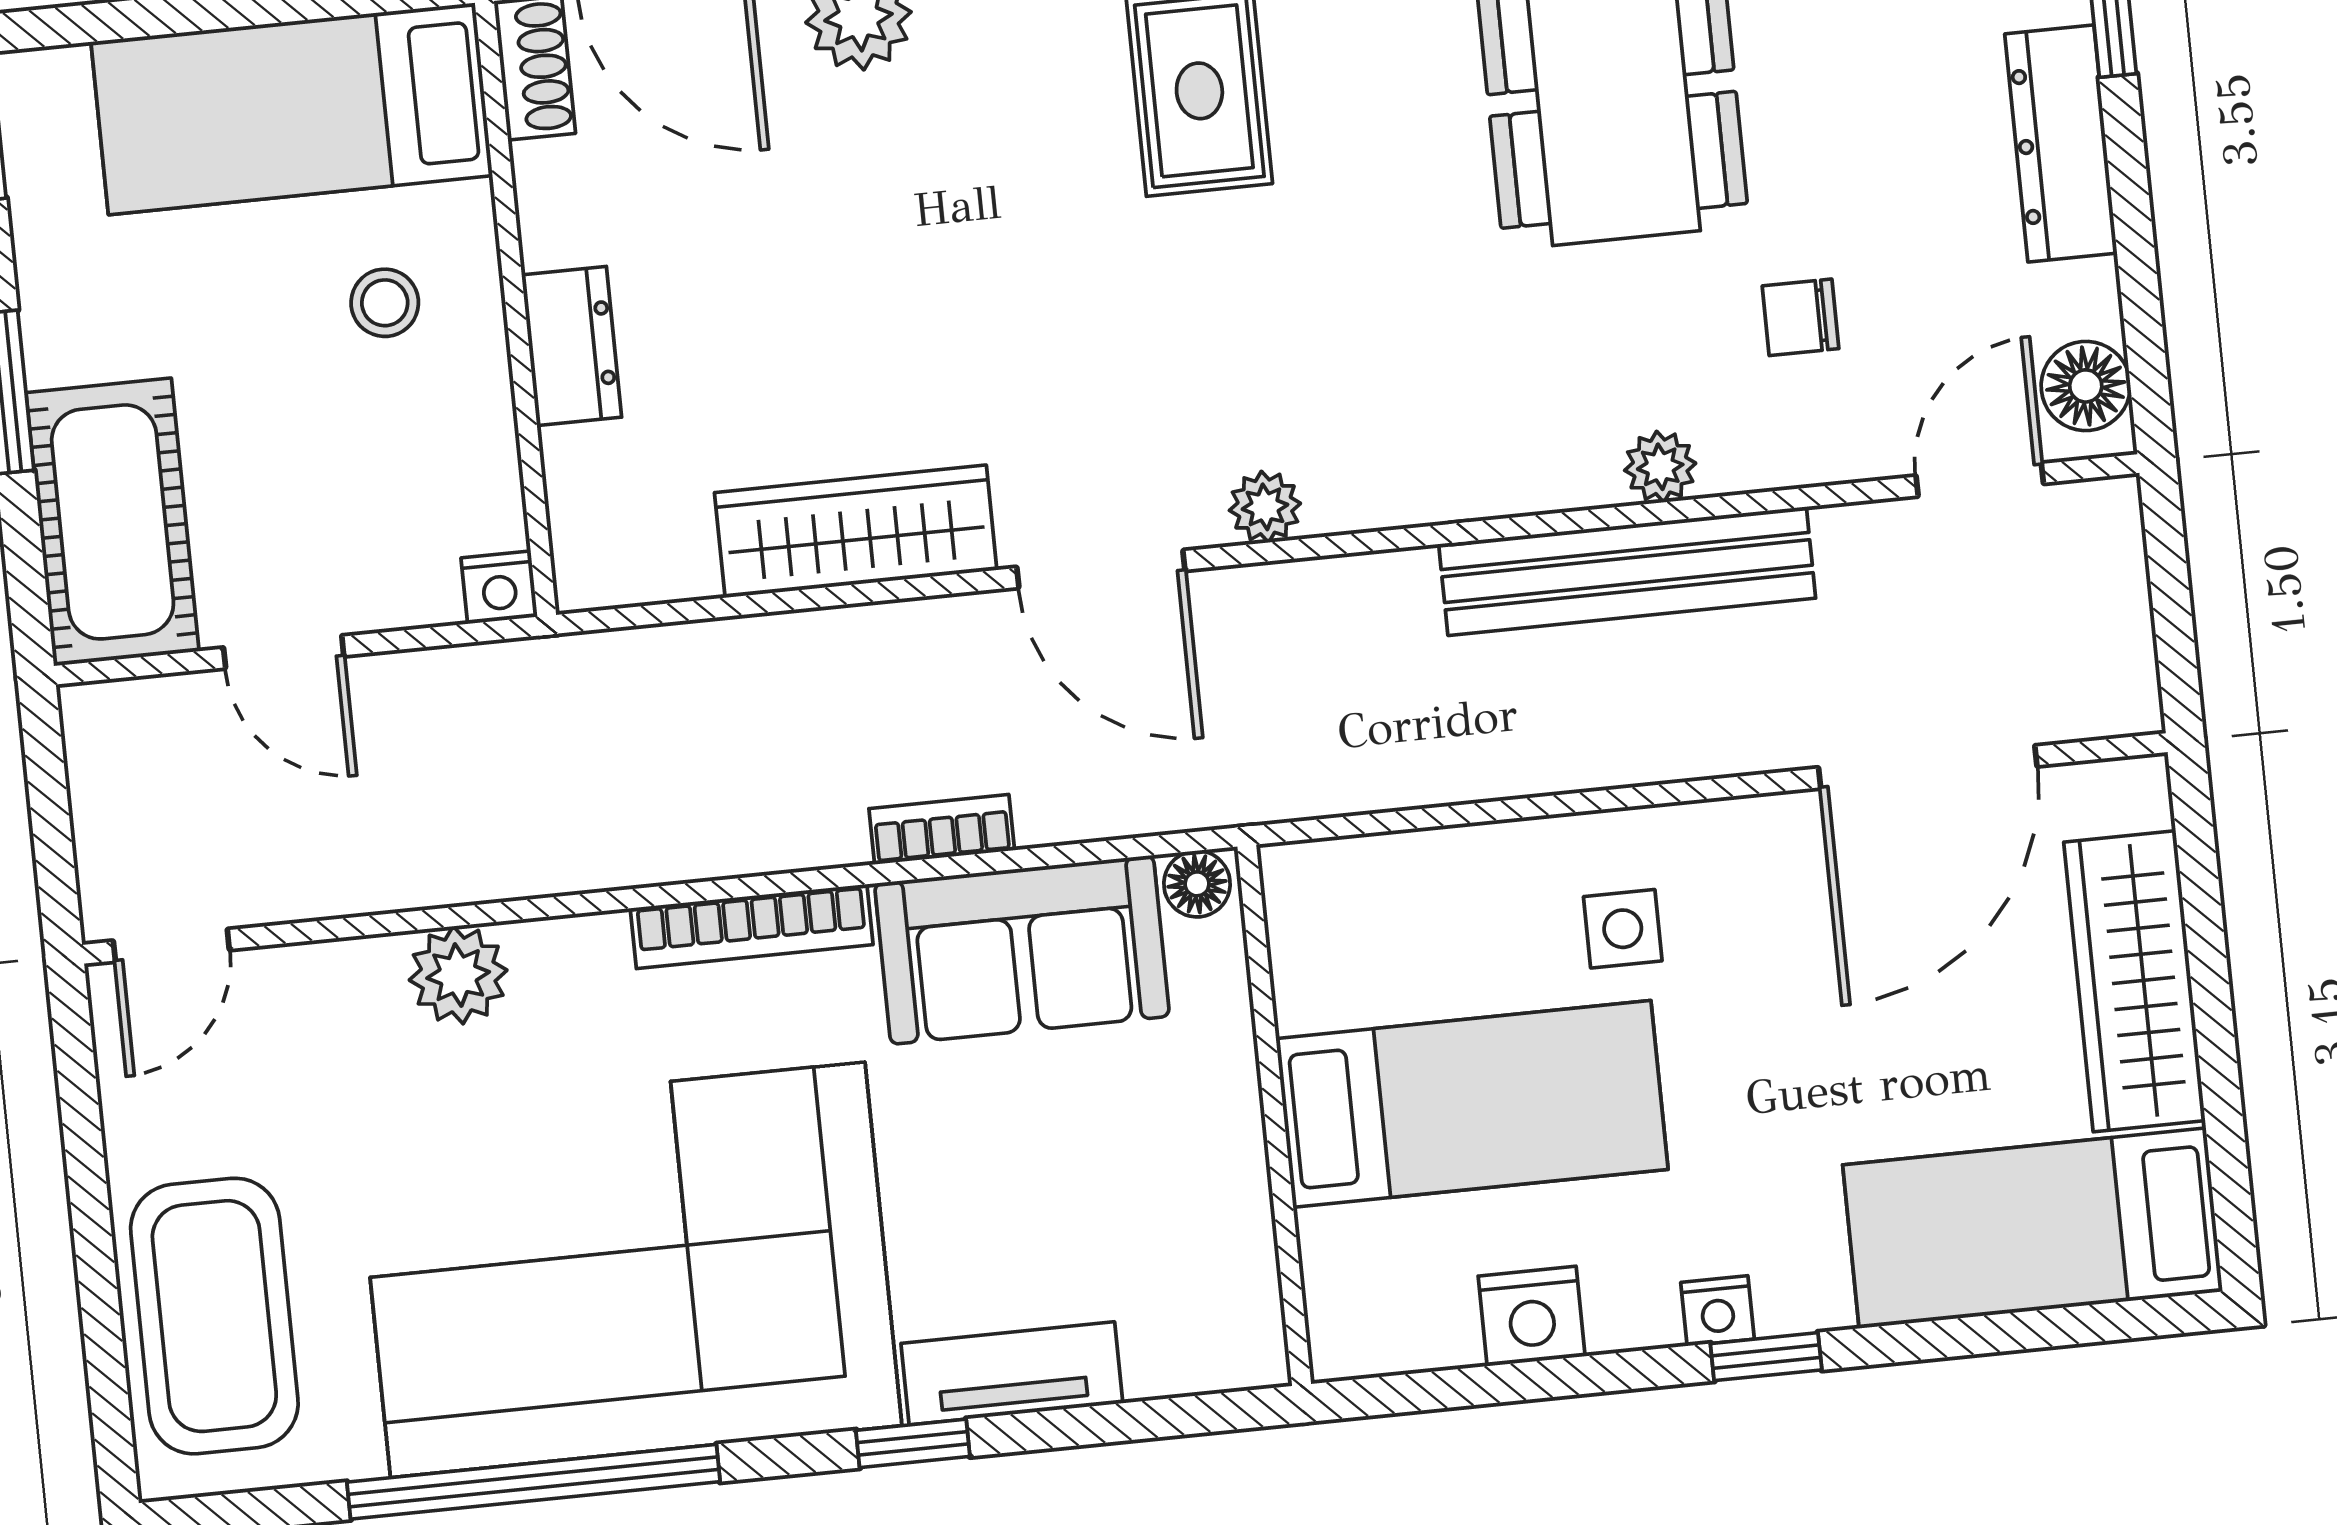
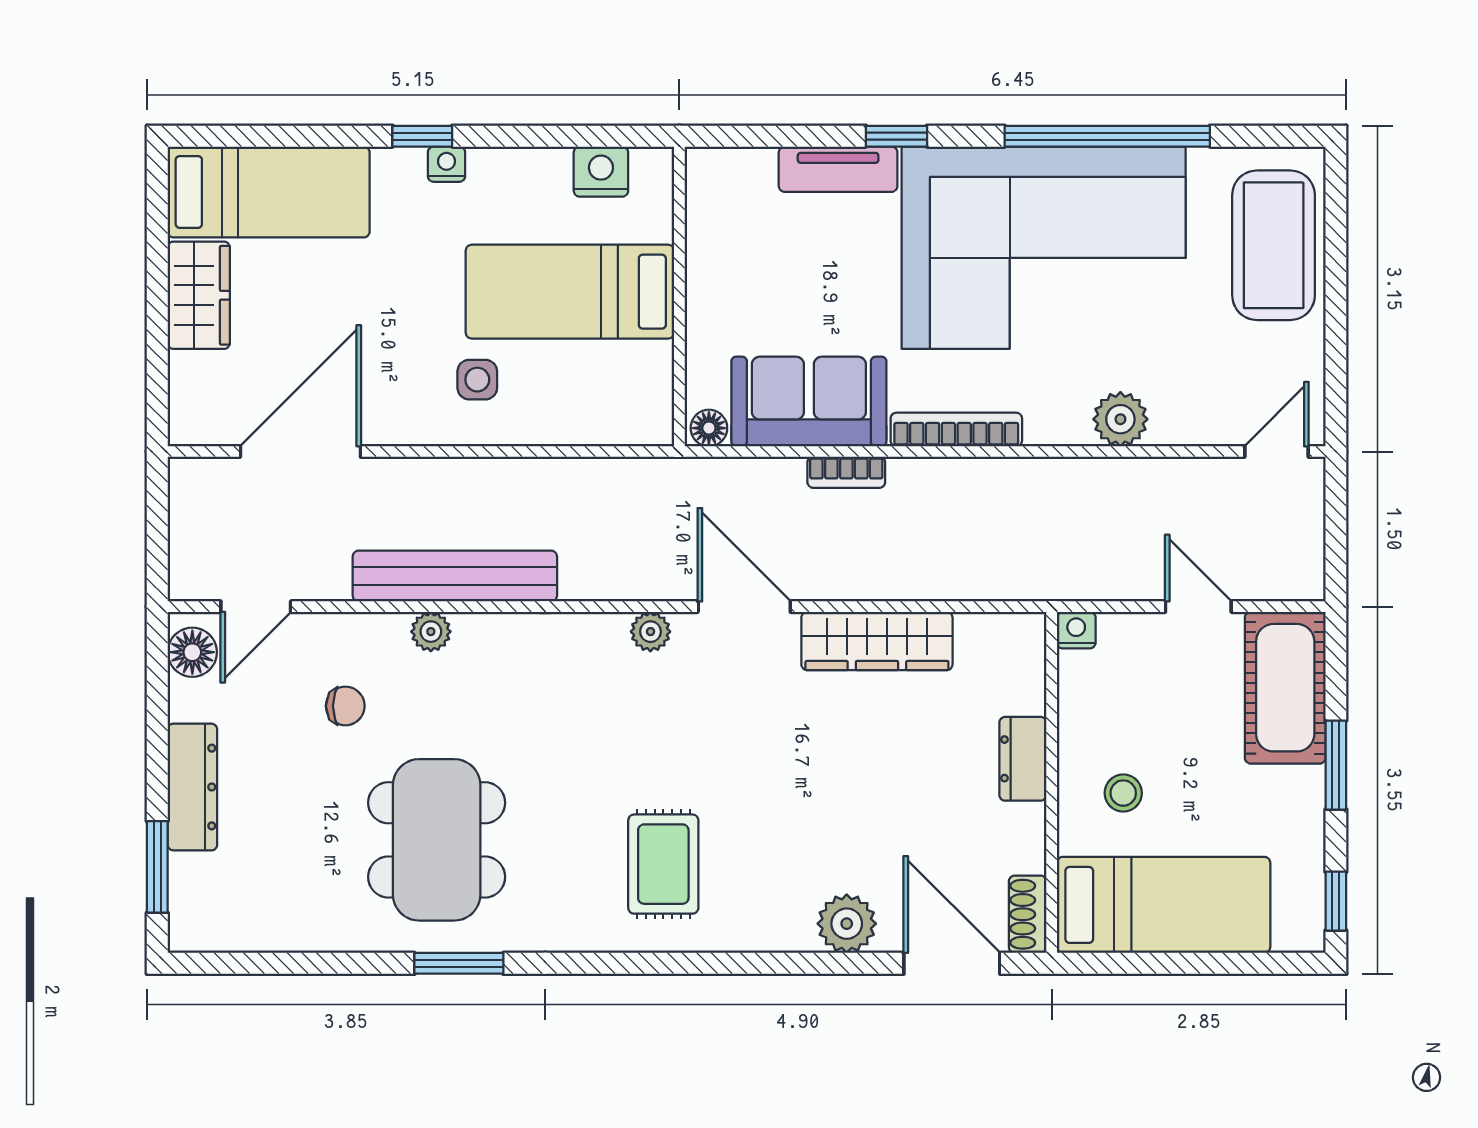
wardrobe: (2134, 981) -> (199, 295), width x0.67
nightstand: (1532, 1316) -> (601, 172), moved

